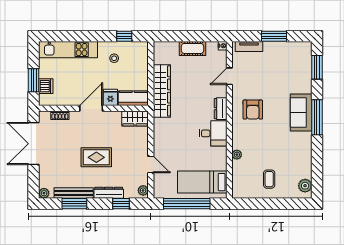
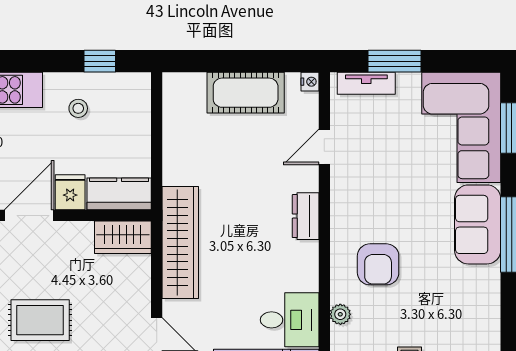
window: (274, 36) -> (394, 61), moved
cot: (192, 48) -> (246, 93), width x1.37, depth x1.34
corner sofa: (293, 67) -> (461, 127), added
wardrobe: (162, 91) -> (180, 243), moved
armchair: (253, 110) -> (378, 264), moved
desk: (213, 133) -> (290, 320), moved

